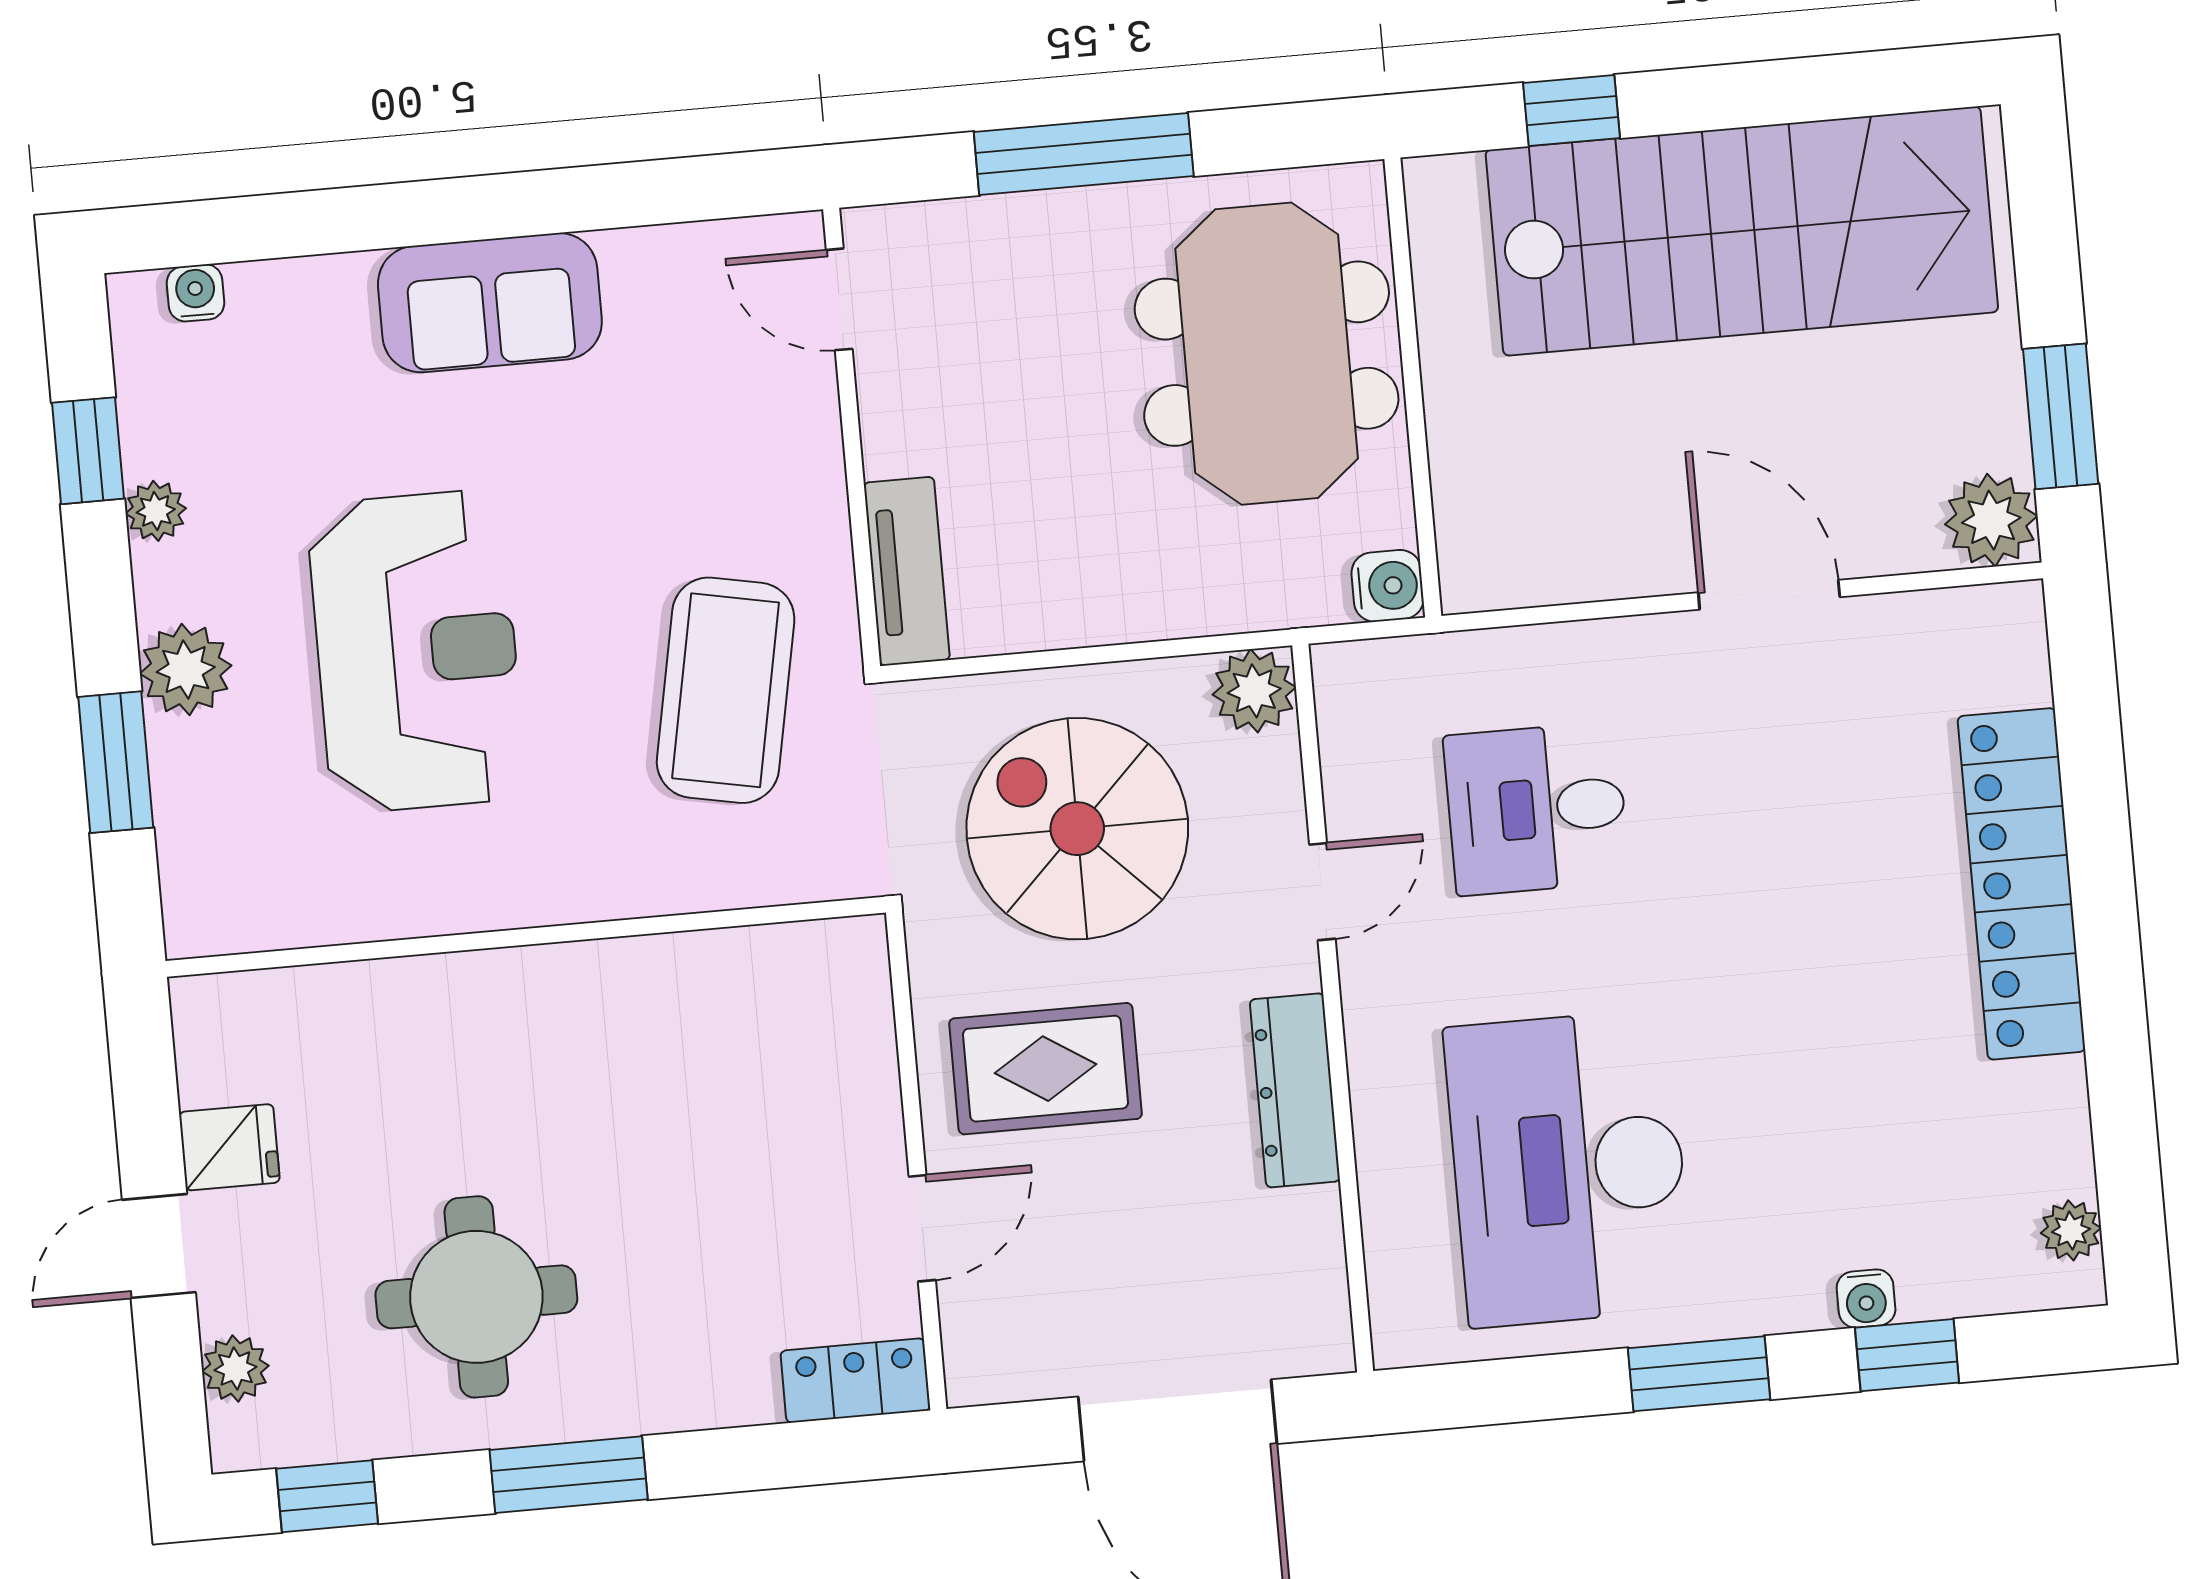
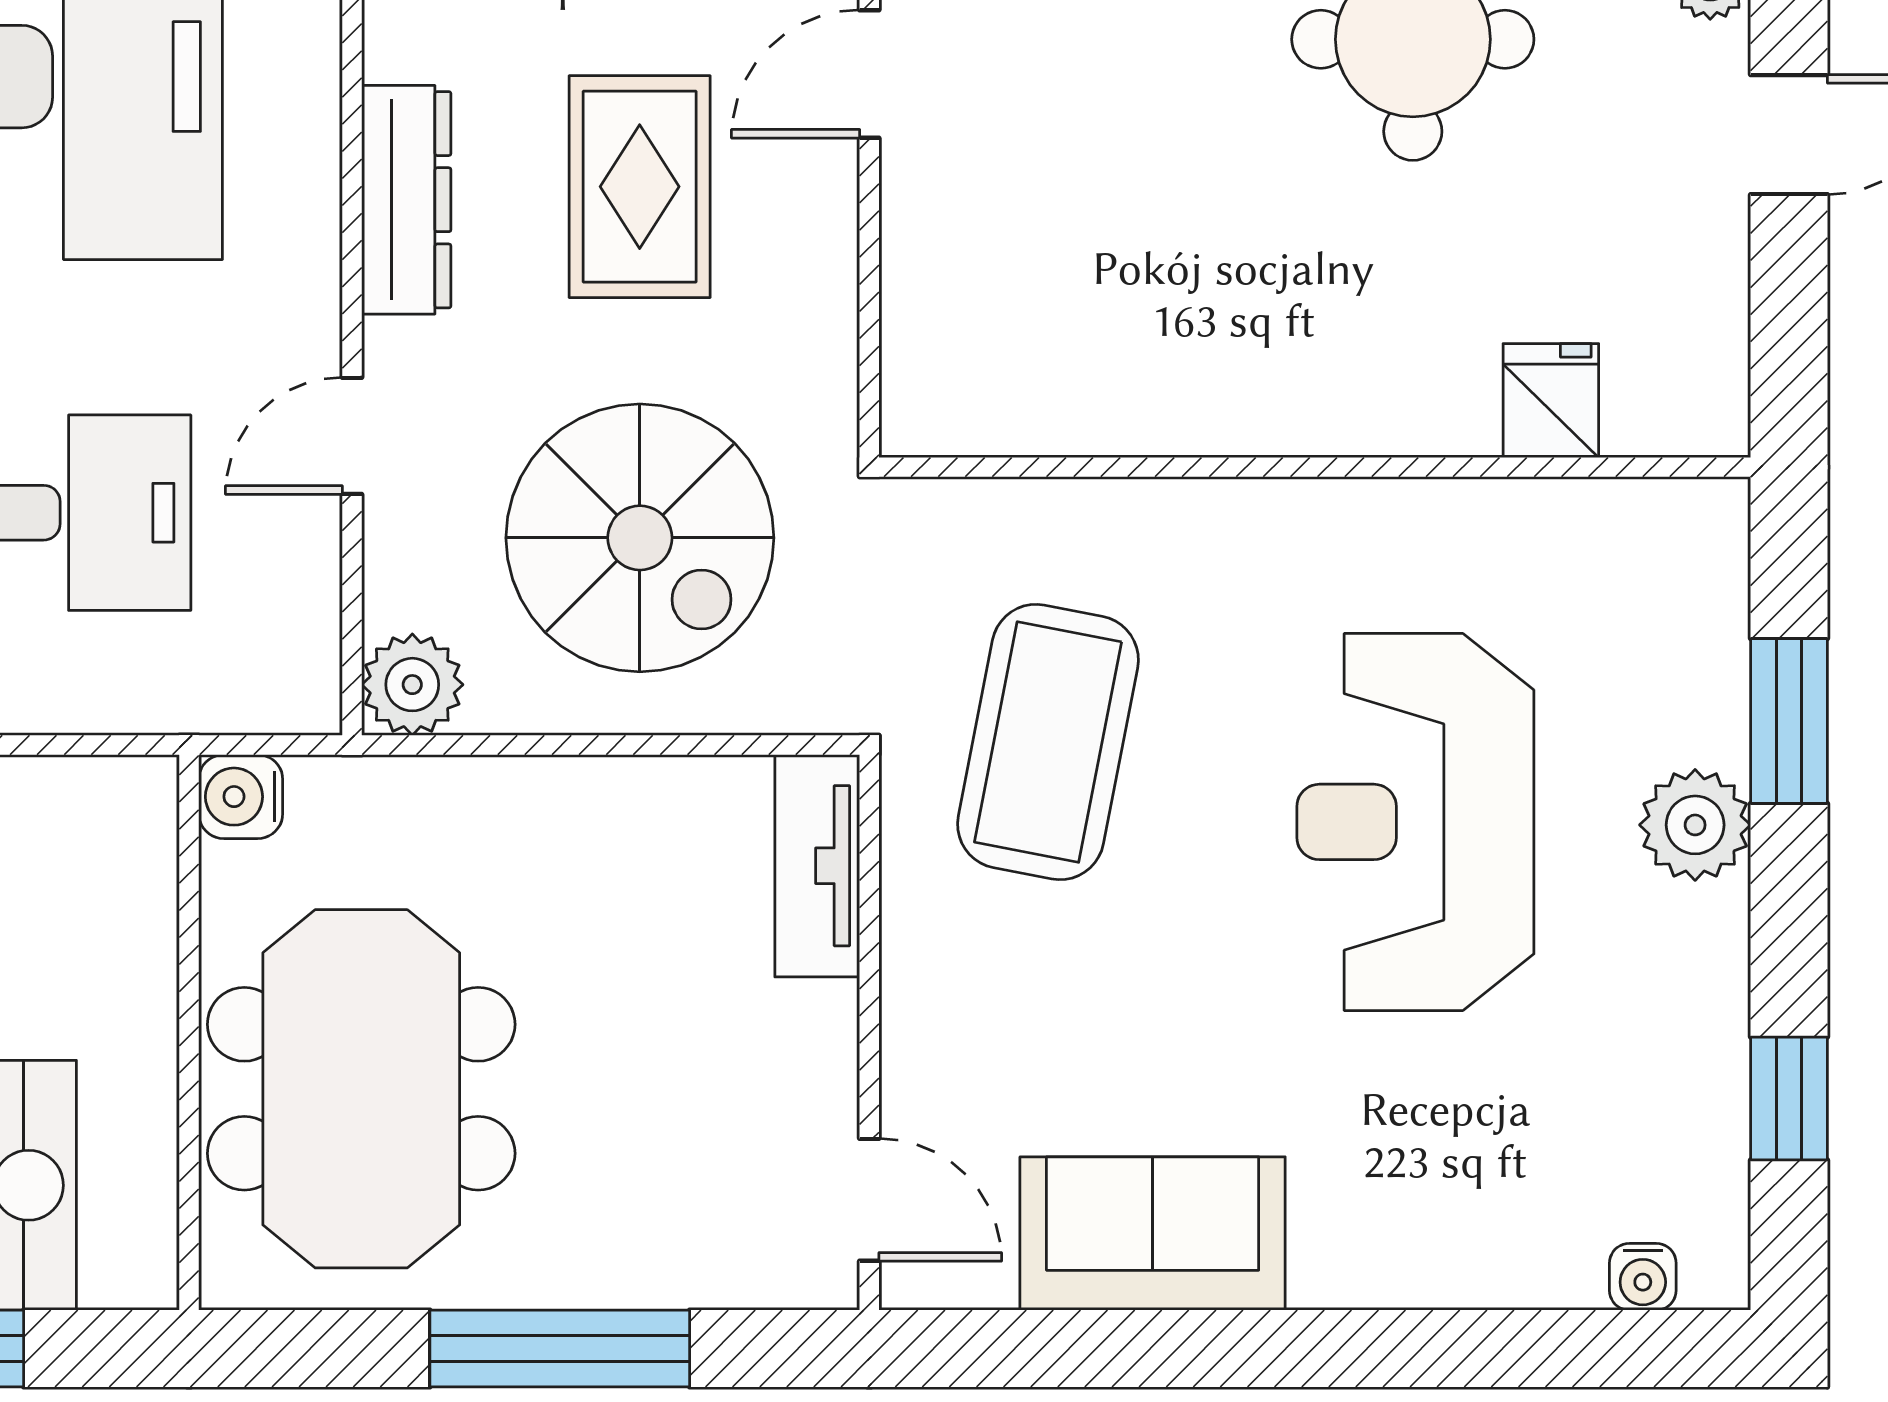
sofa: (490, 303) -> (1153, 1233), moved
plant: (156, 511) -> (1714, 1019), removed
rug: (1046, 1069) -> (640, 187), moved, turned 90
fridge: (229, 1147) -> (1551, 401), moved, turned 90

